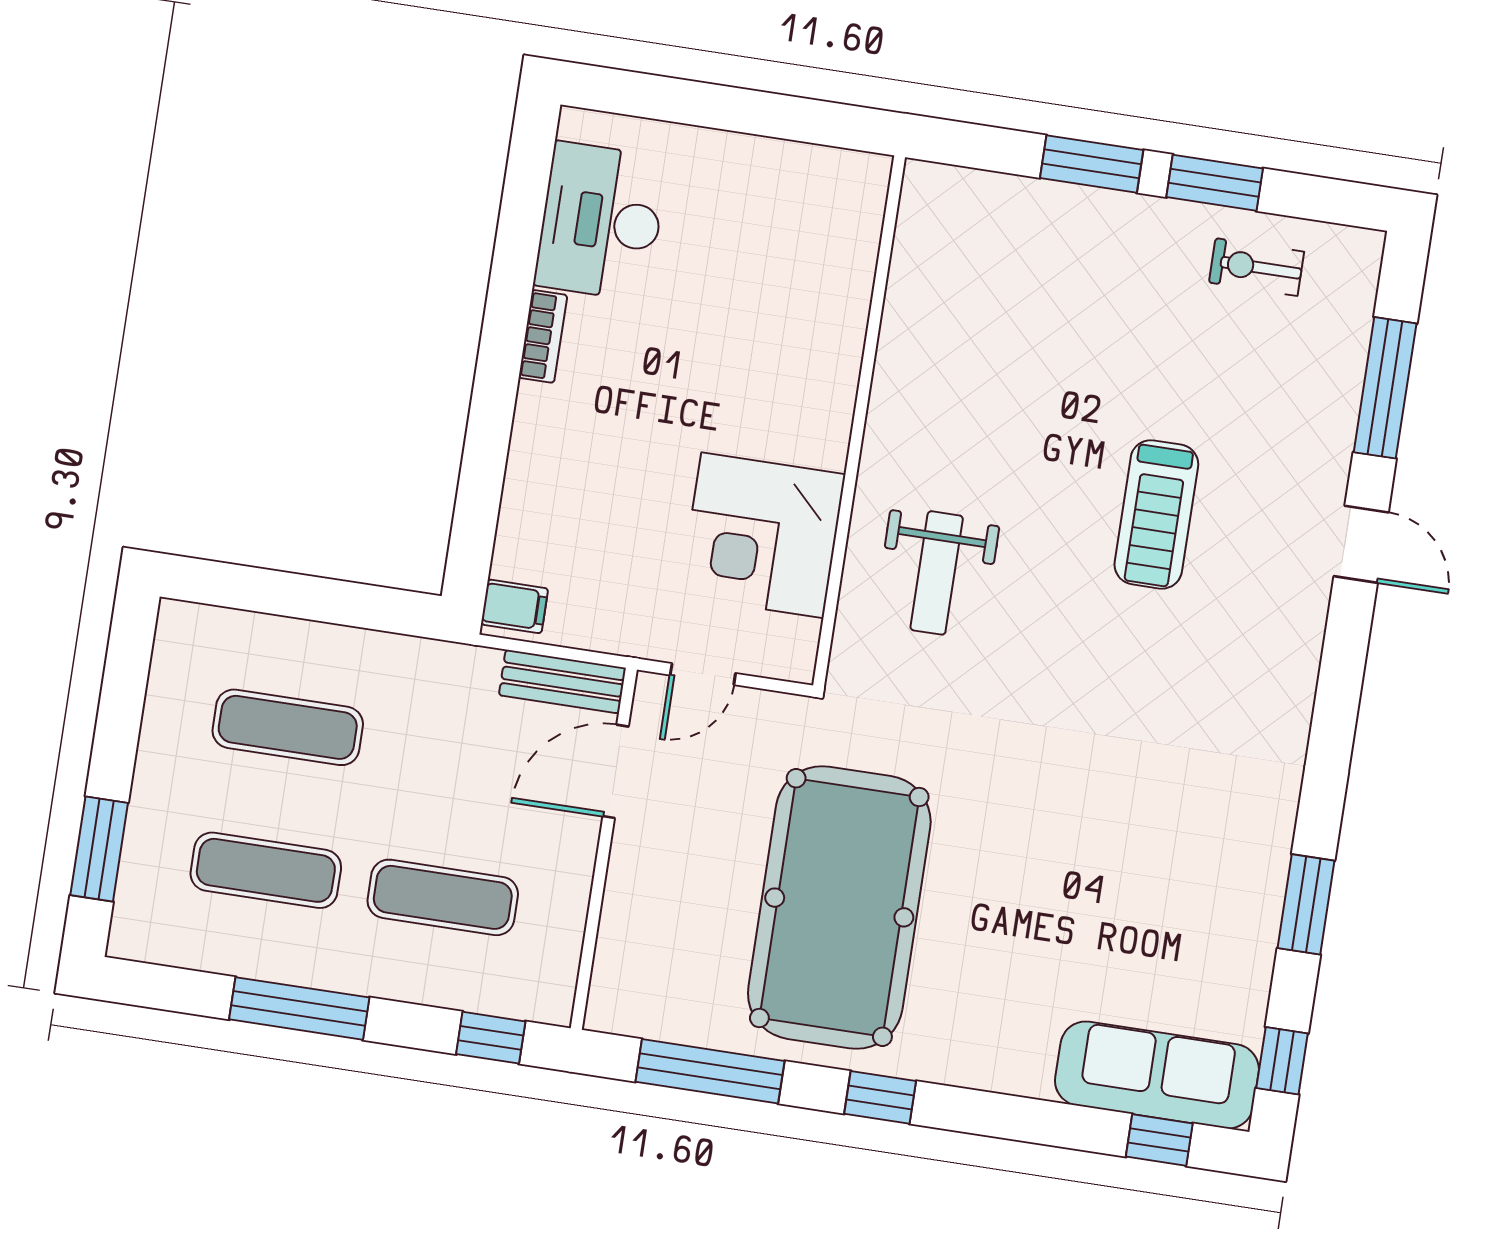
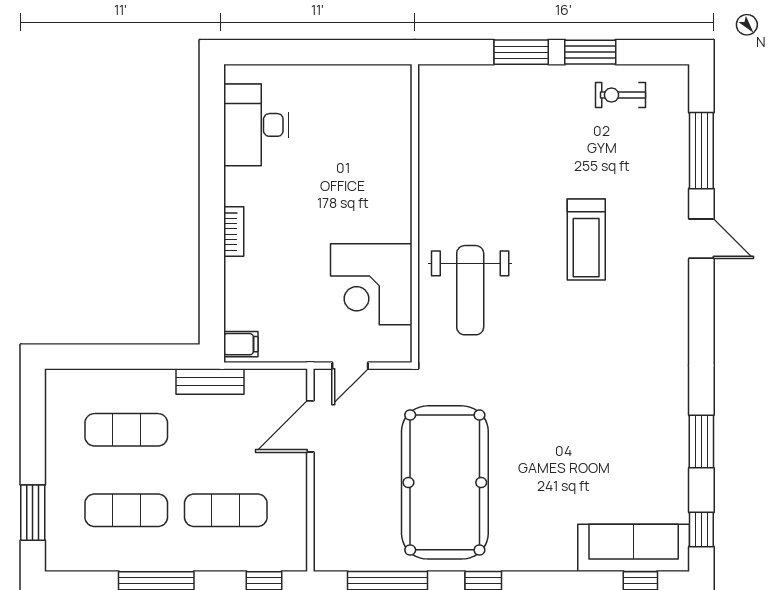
bookcase: (543, 336) -> (234, 232), moved
weight bench: (937, 573) -> (470, 290), width x1.36, depth x1.33
bench: (562, 682) -> (210, 381), moved

